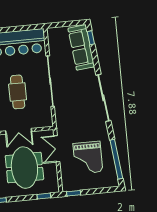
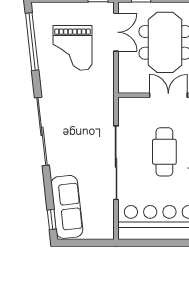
double door: (57, 149) -> (116, 32), moved
grand piano: (88, 158) -> (72, 48), turned 180

